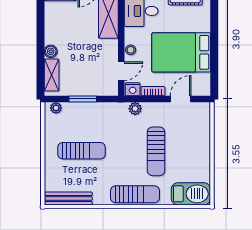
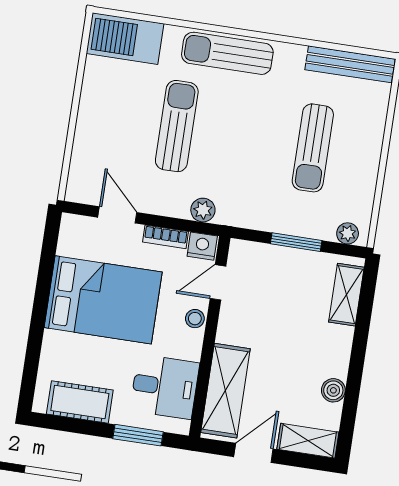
boiler: (51, 51) -> (333, 390), moved
door: (181, 99) -> (117, 215), swing flipped
sun lounger: (82, 151) -> (313, 148), turned -90

